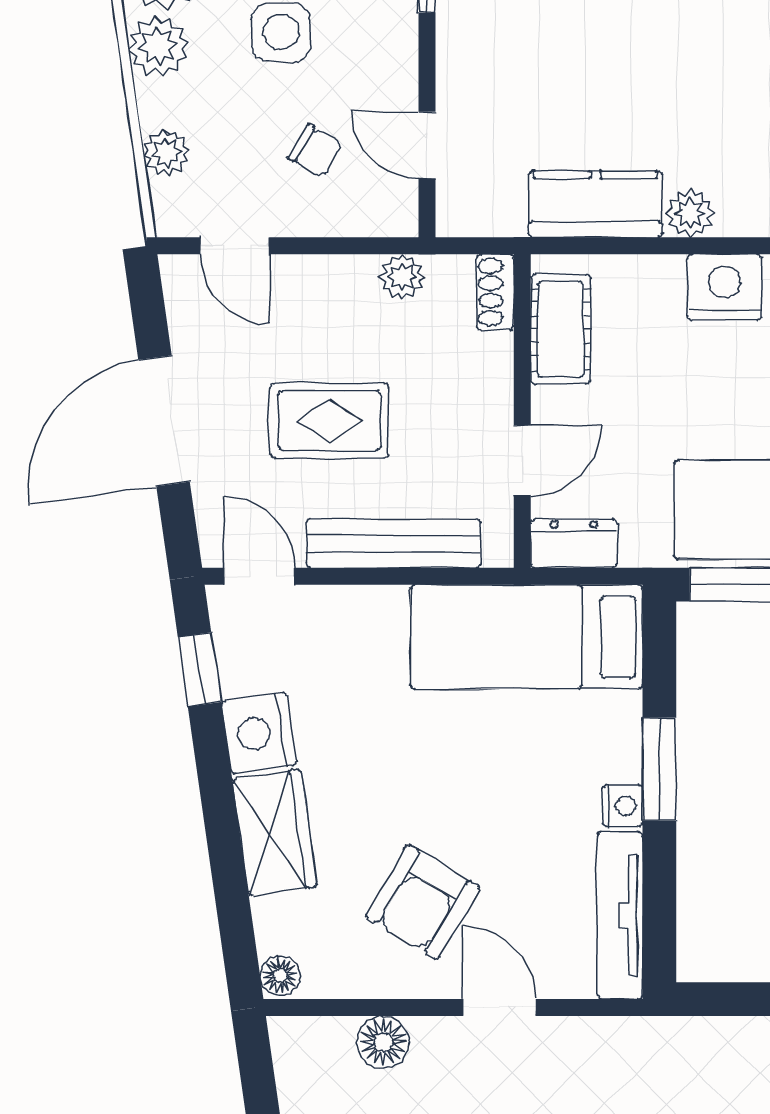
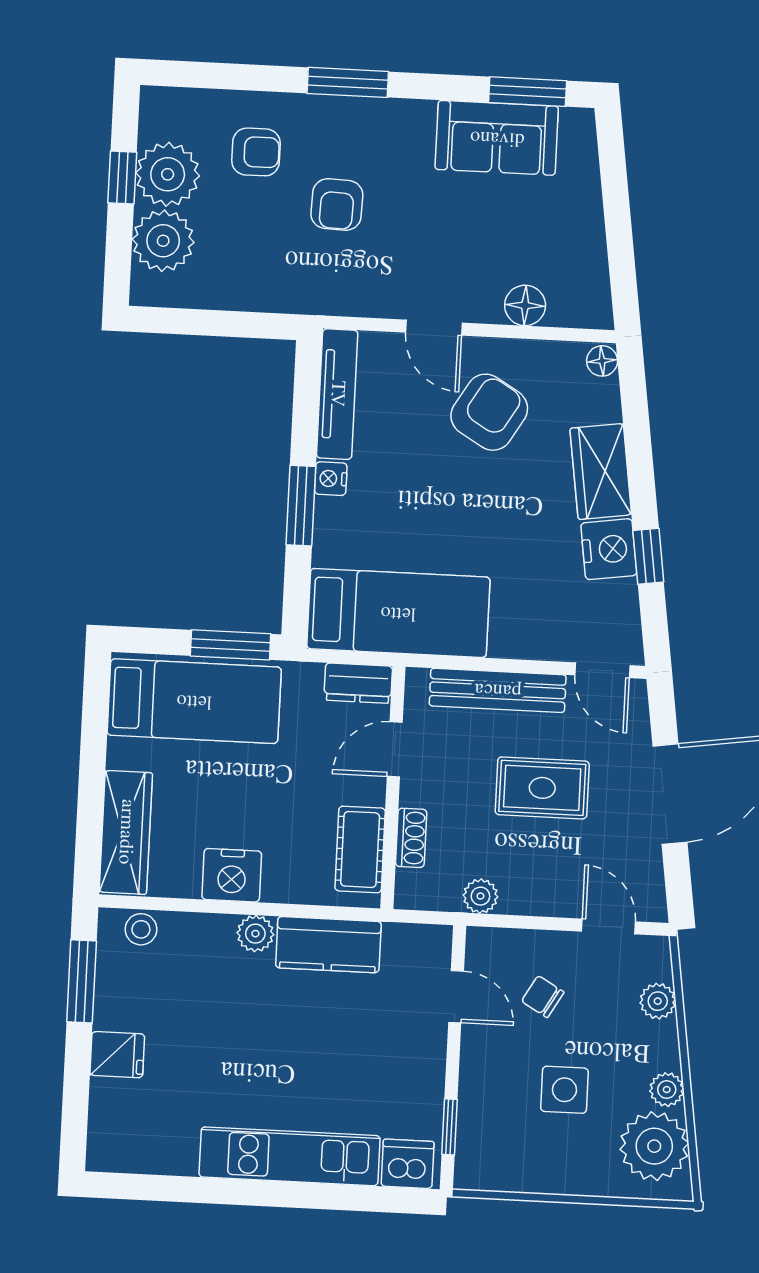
plant: (158, 46) -> (667, 1090), width x0.73, depth x0.73
shoe rack: (495, 292) -> (411, 838), moved
window: (200, 669) -> (648, 556), moved

